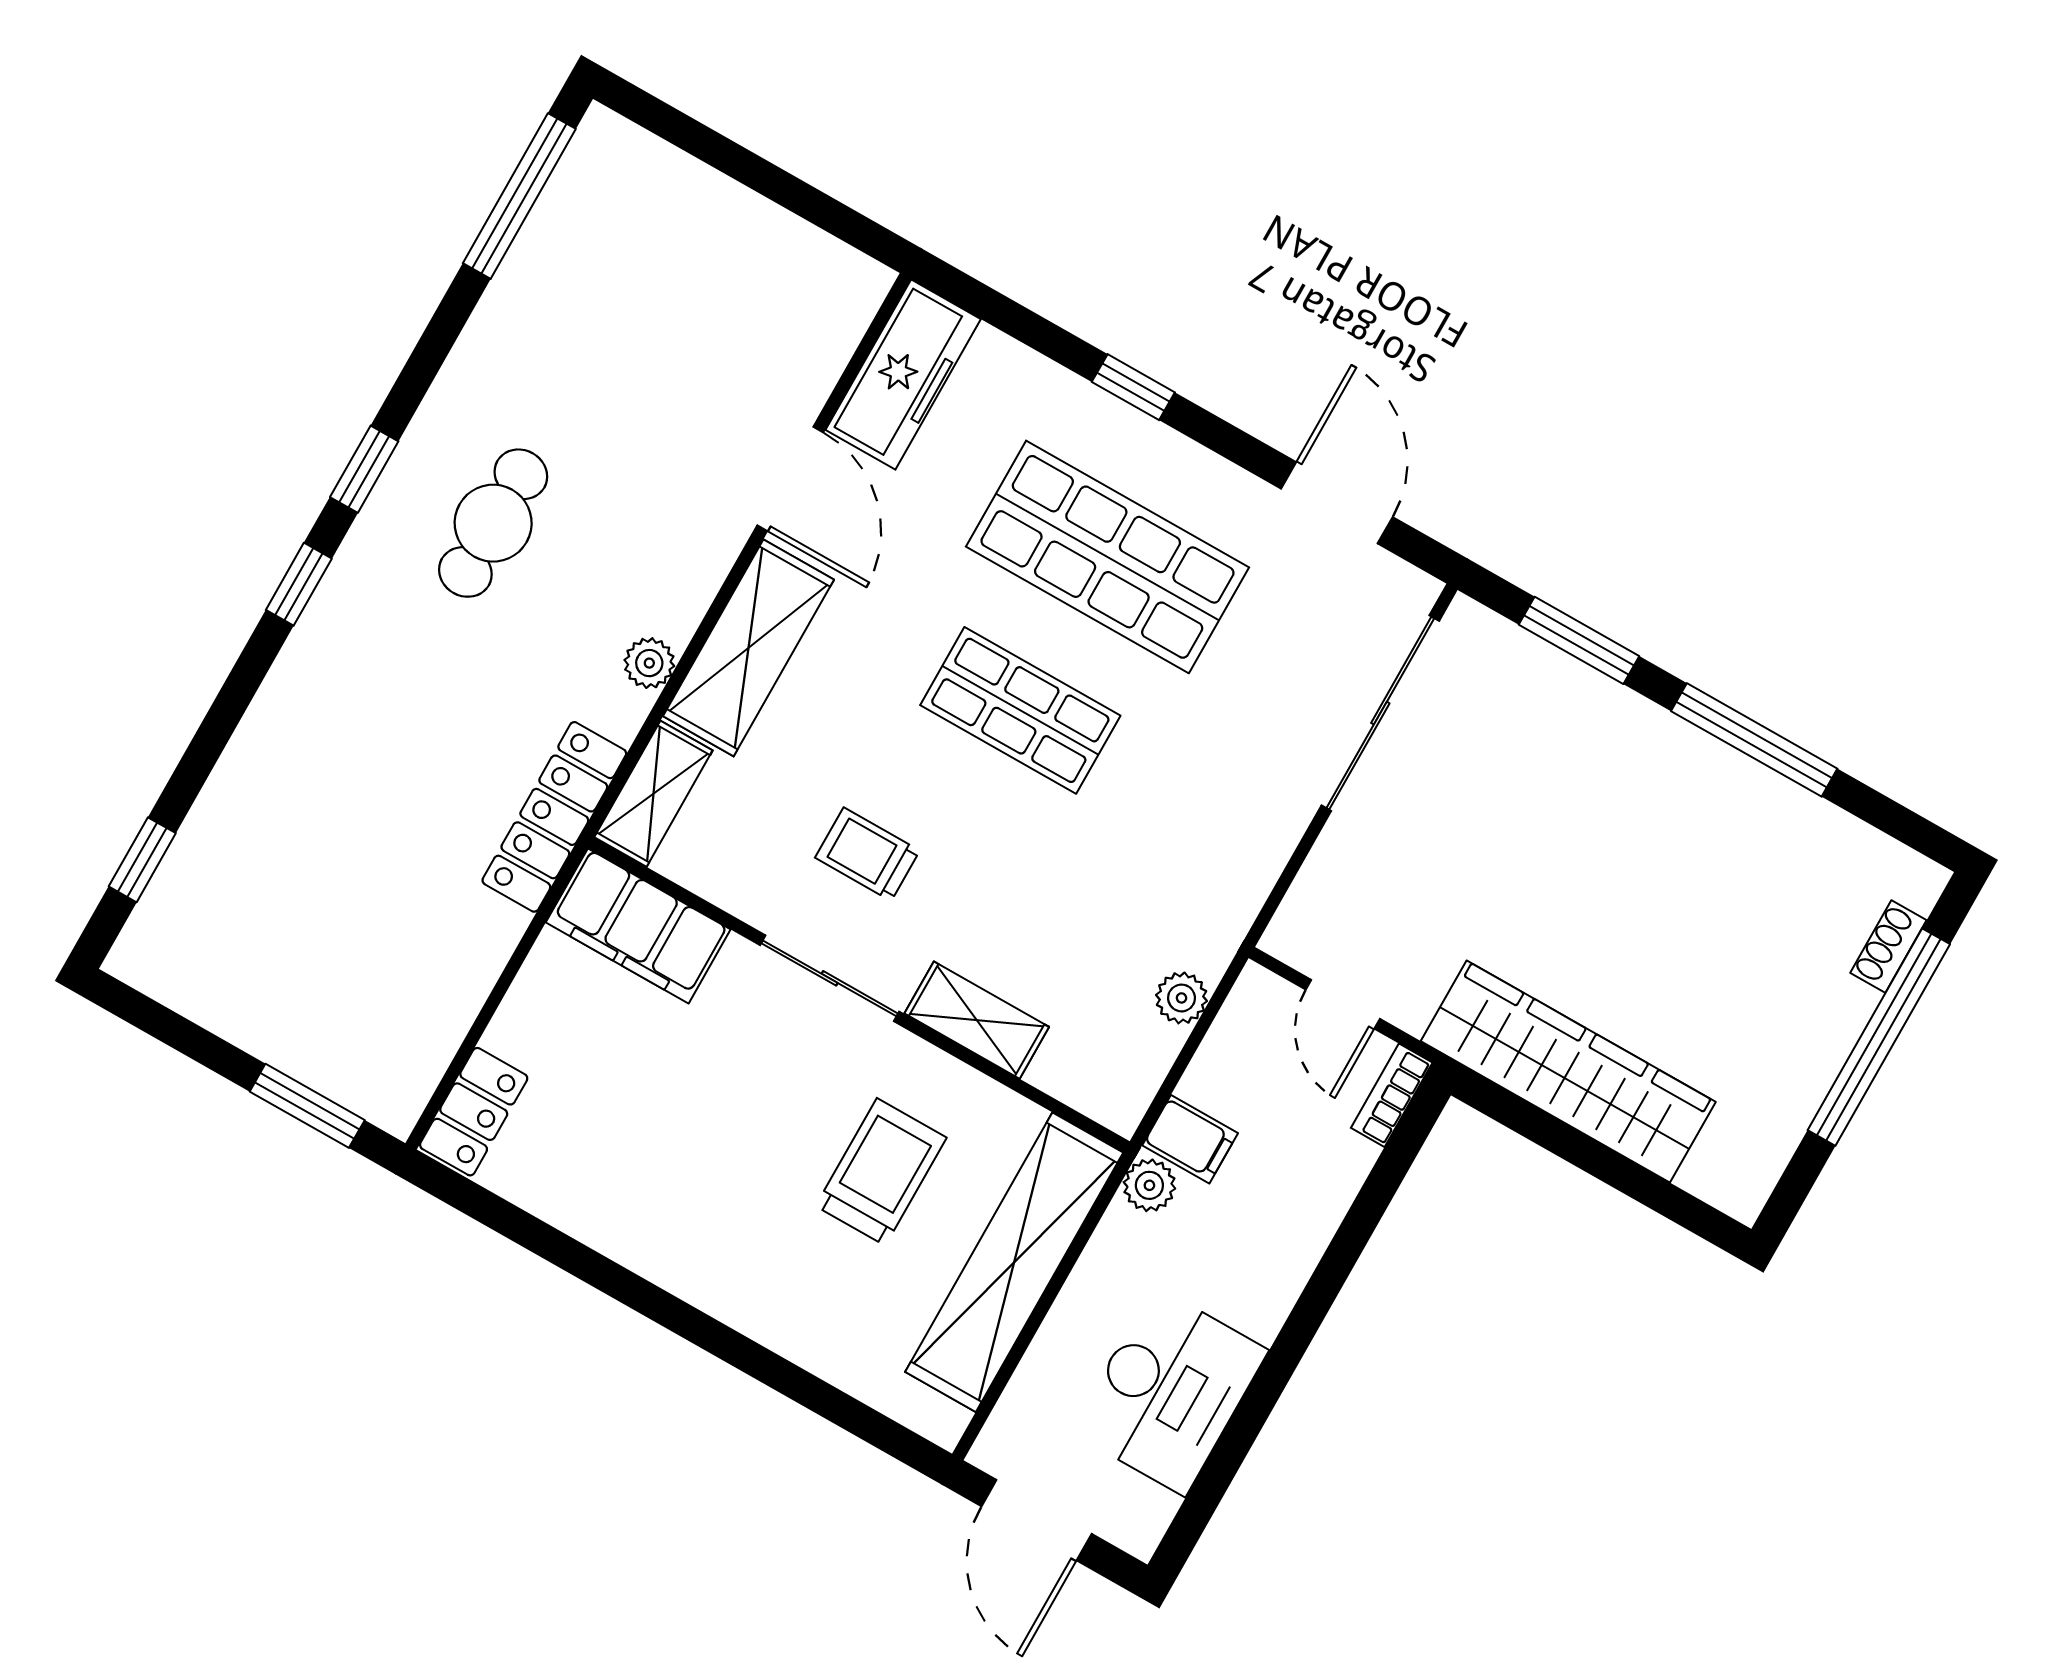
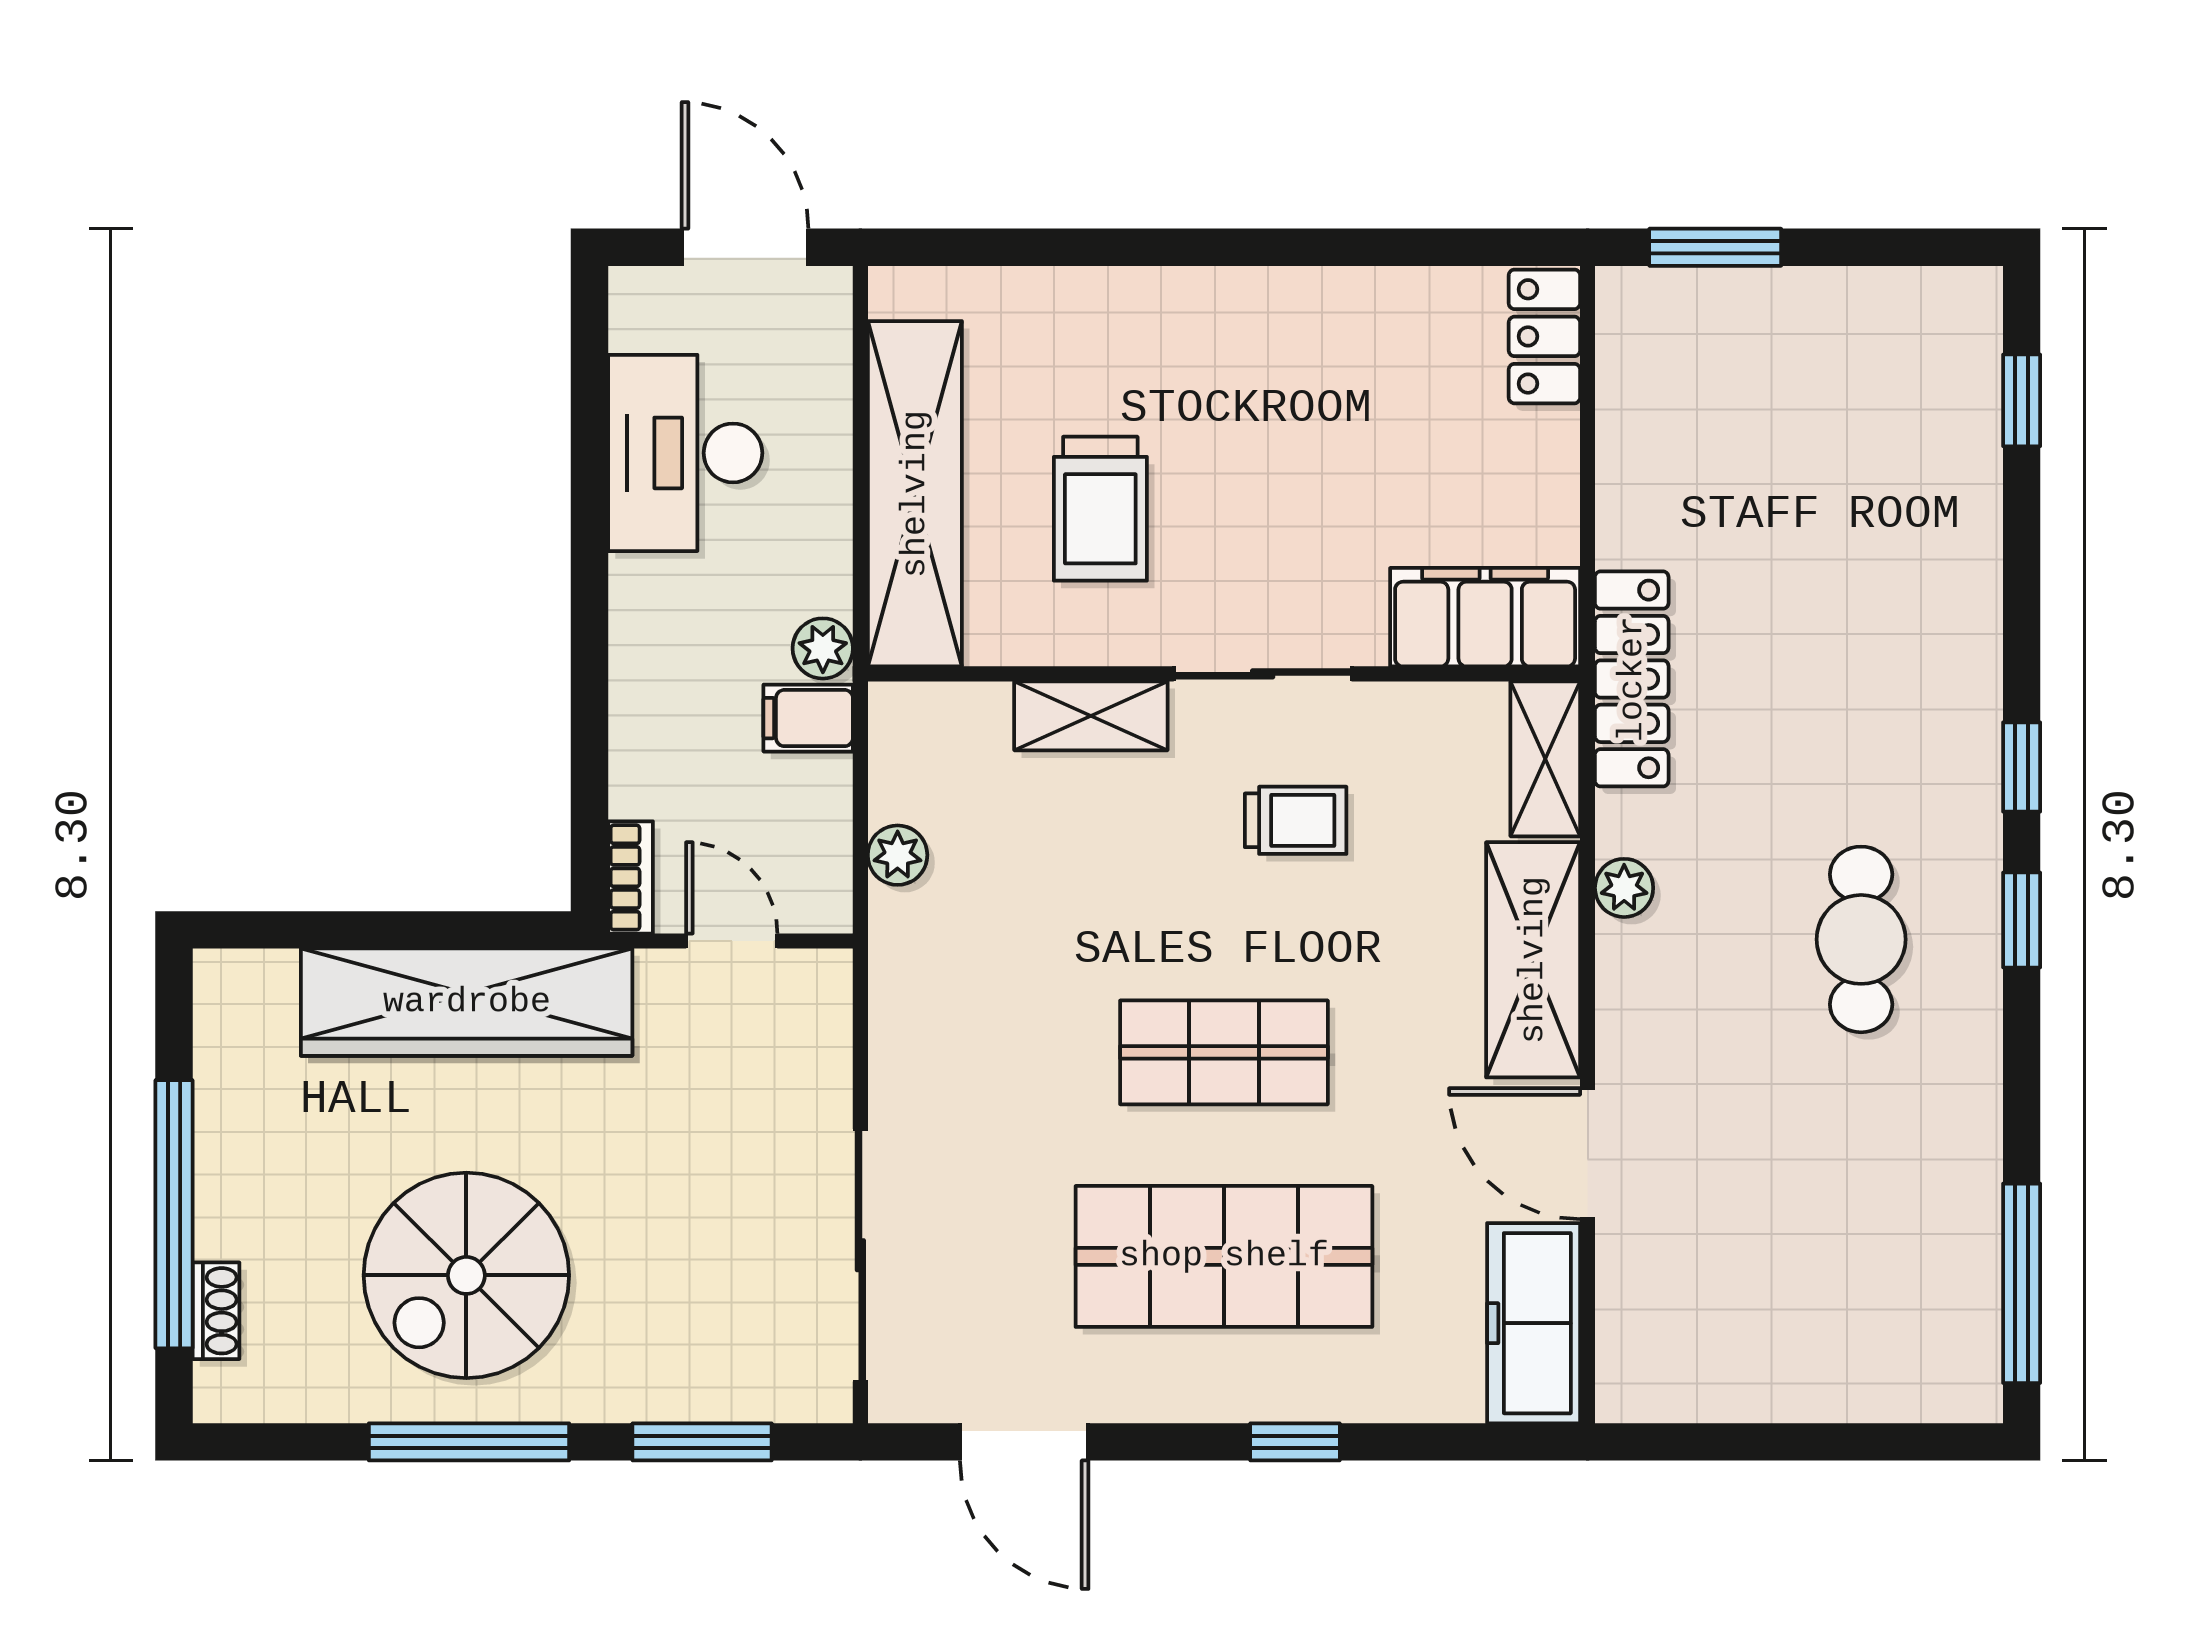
spiral stairs: (1685, 866) -> (466, 1275), added

